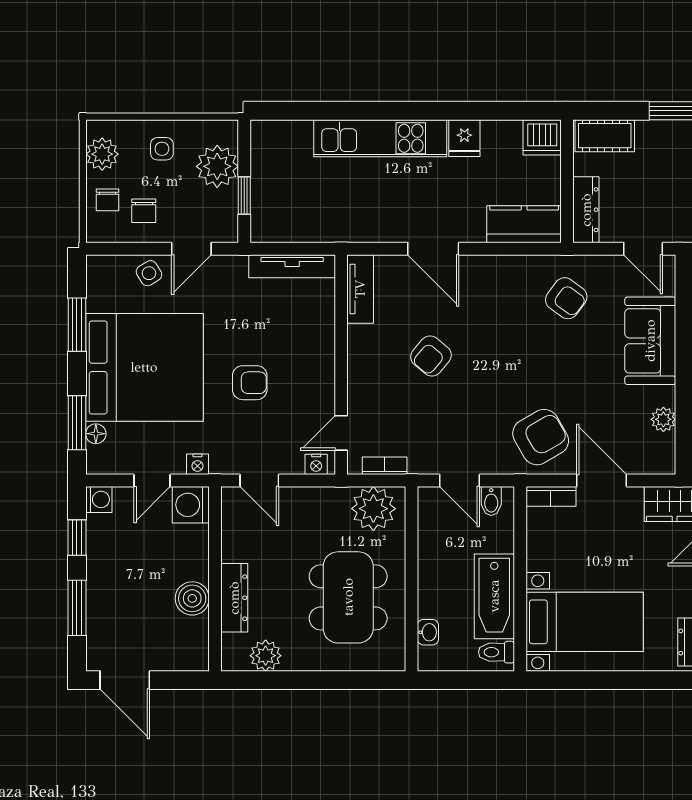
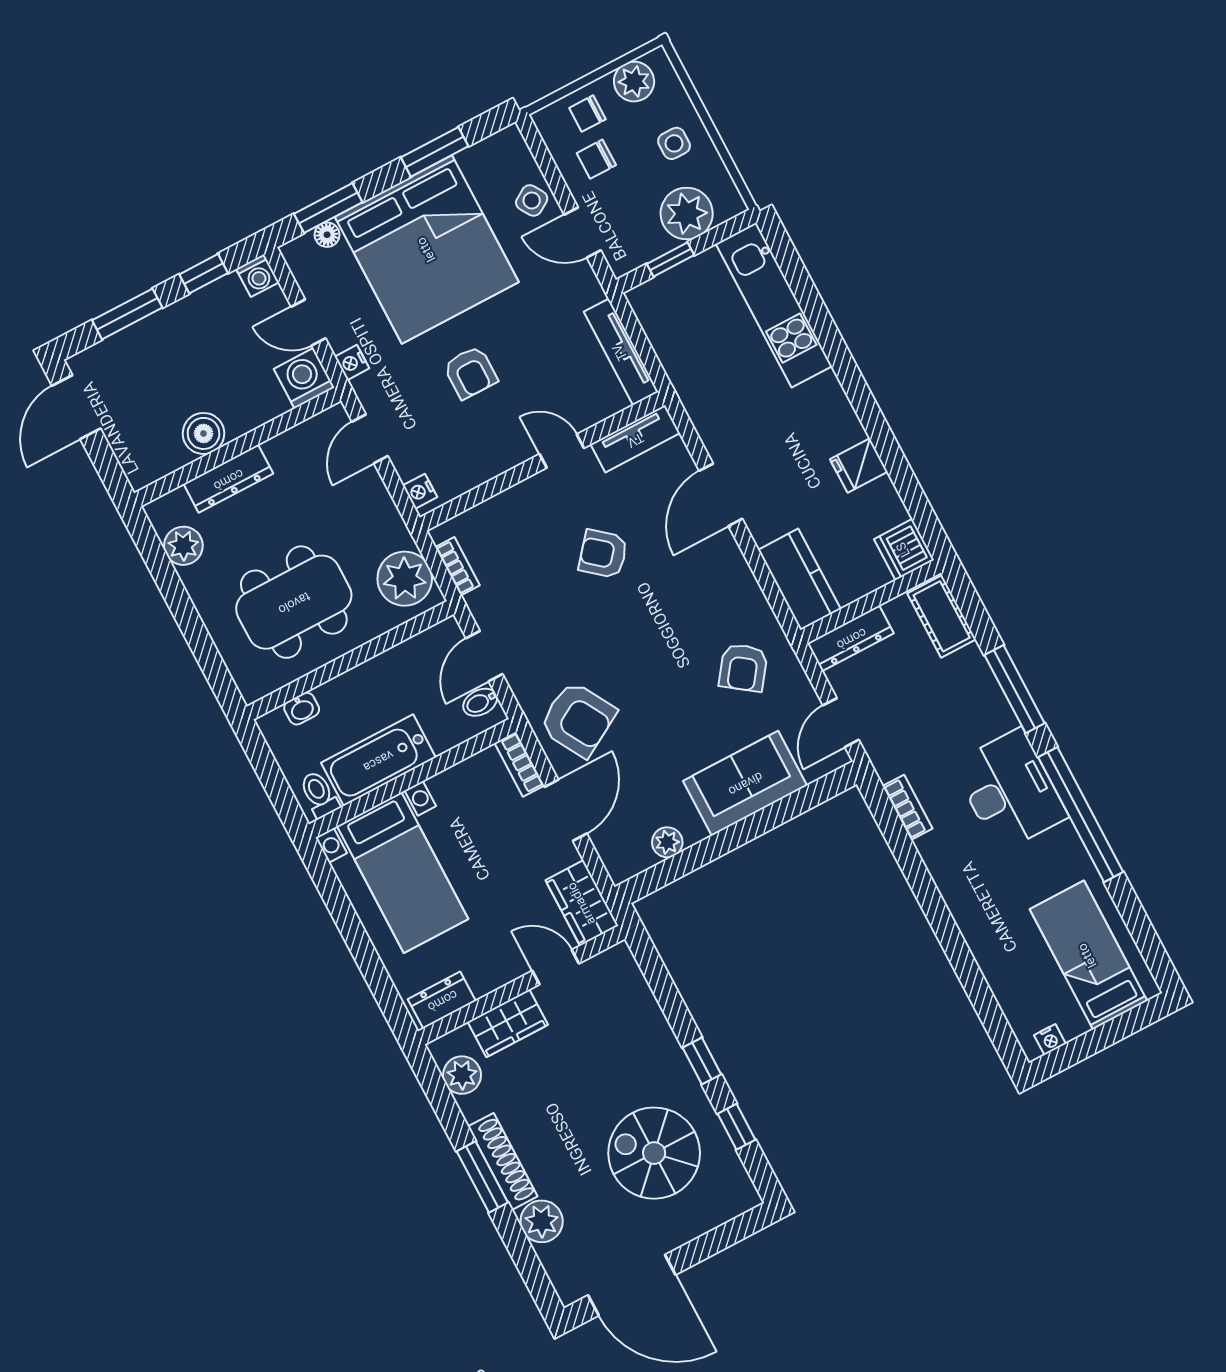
kitchen unit: (380, 138) -> (774, 305), moved
door: (341, 433) -> (562, 451), moved

